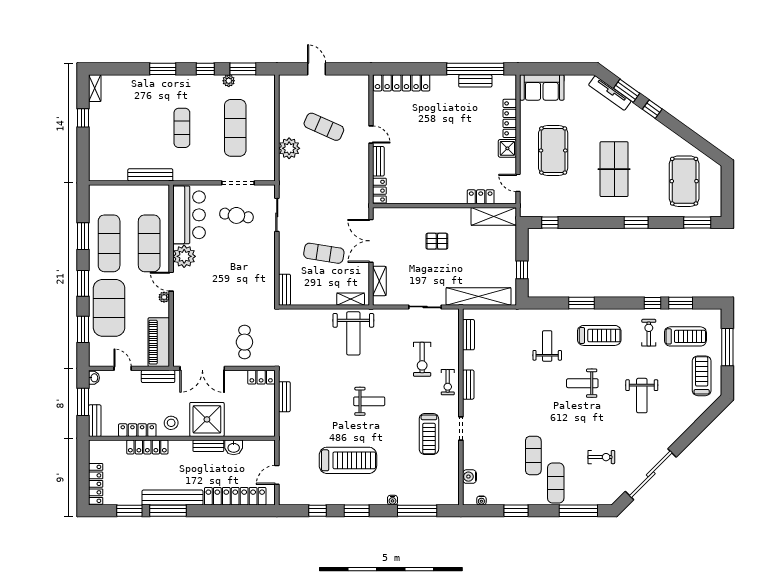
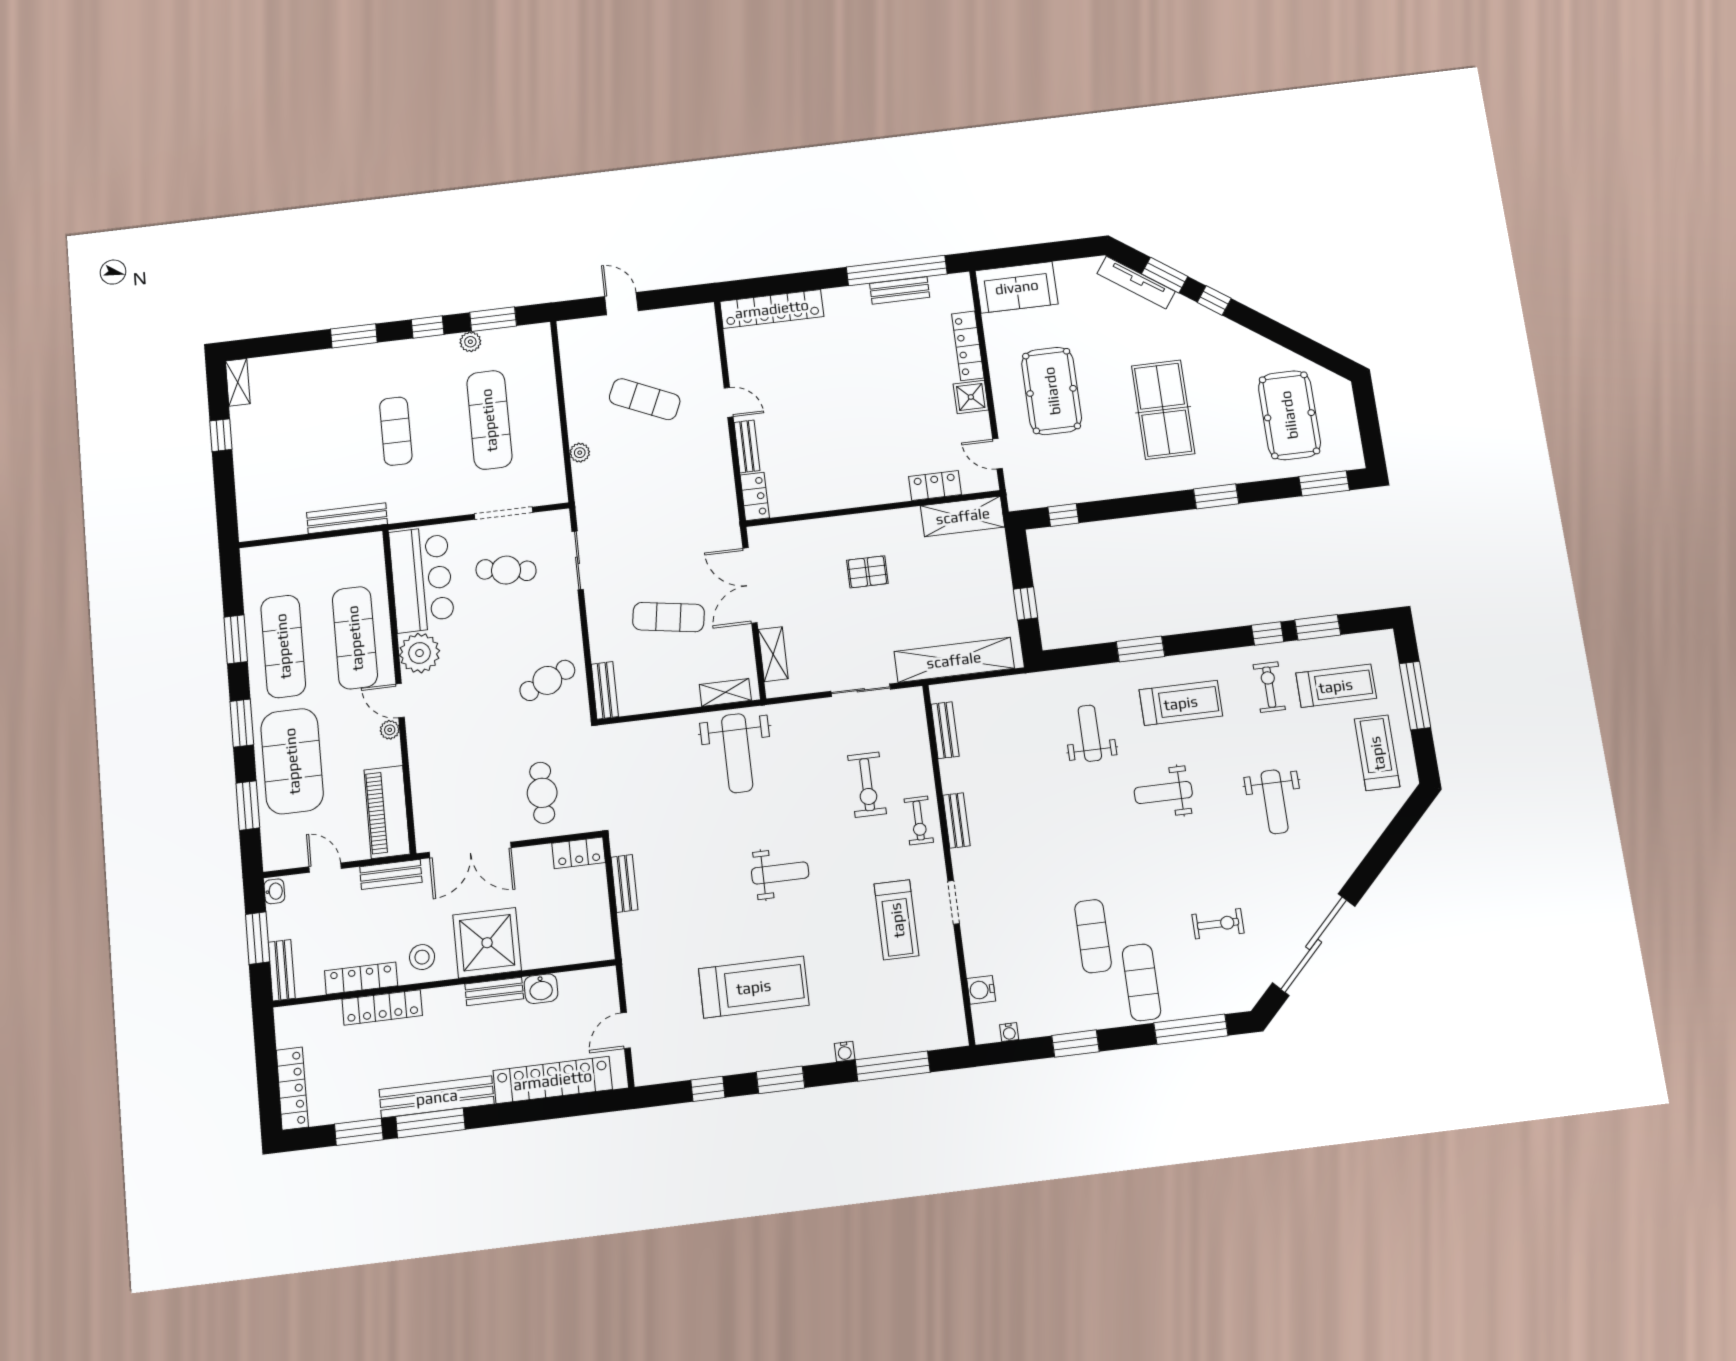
plant: (289, 148) -> (580, 453), width x0.53, depth x0.53
cafe table: (253, 280) -> (547, 680), added

